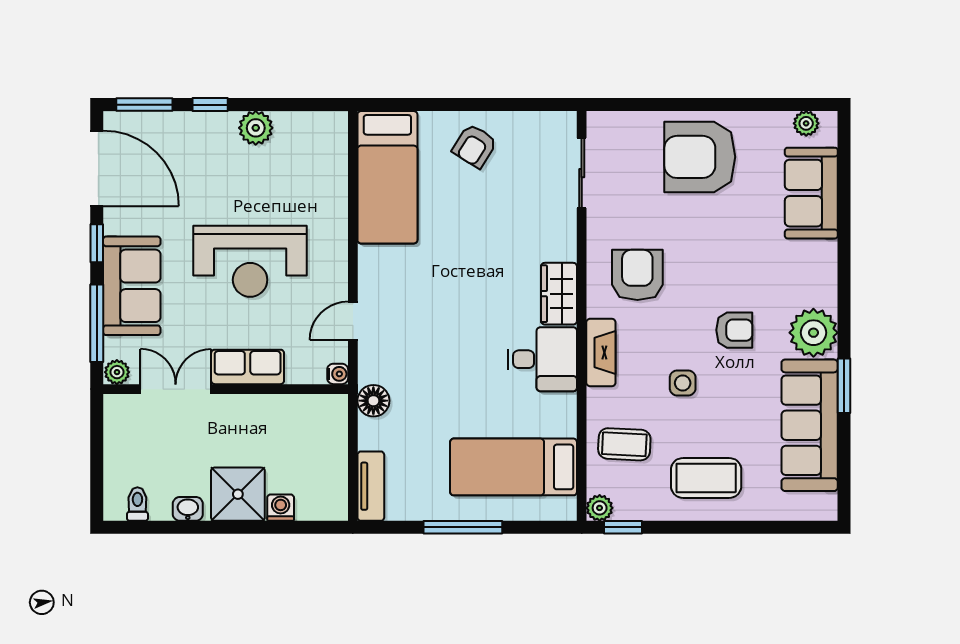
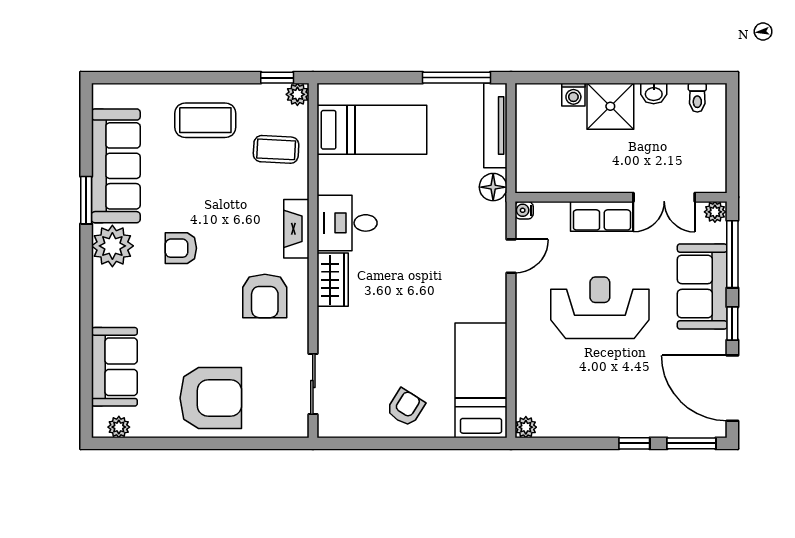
plant: (256, 128) -> (526, 427), moved, width x0.73, depth x0.73
side table: (683, 383) -> (226, 202), removed
tv unit: (371, 486) -> (495, 126), width x1.41
window: (463, 527) -> (457, 78), moved

